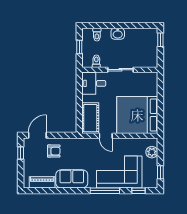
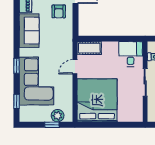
cot: (90, 118) -> (89, 48), width x0.73, depth x0.75
window: (160, 172) -> (52, 125), moved
window: (105, 191) -> (17, 66), width x0.46

